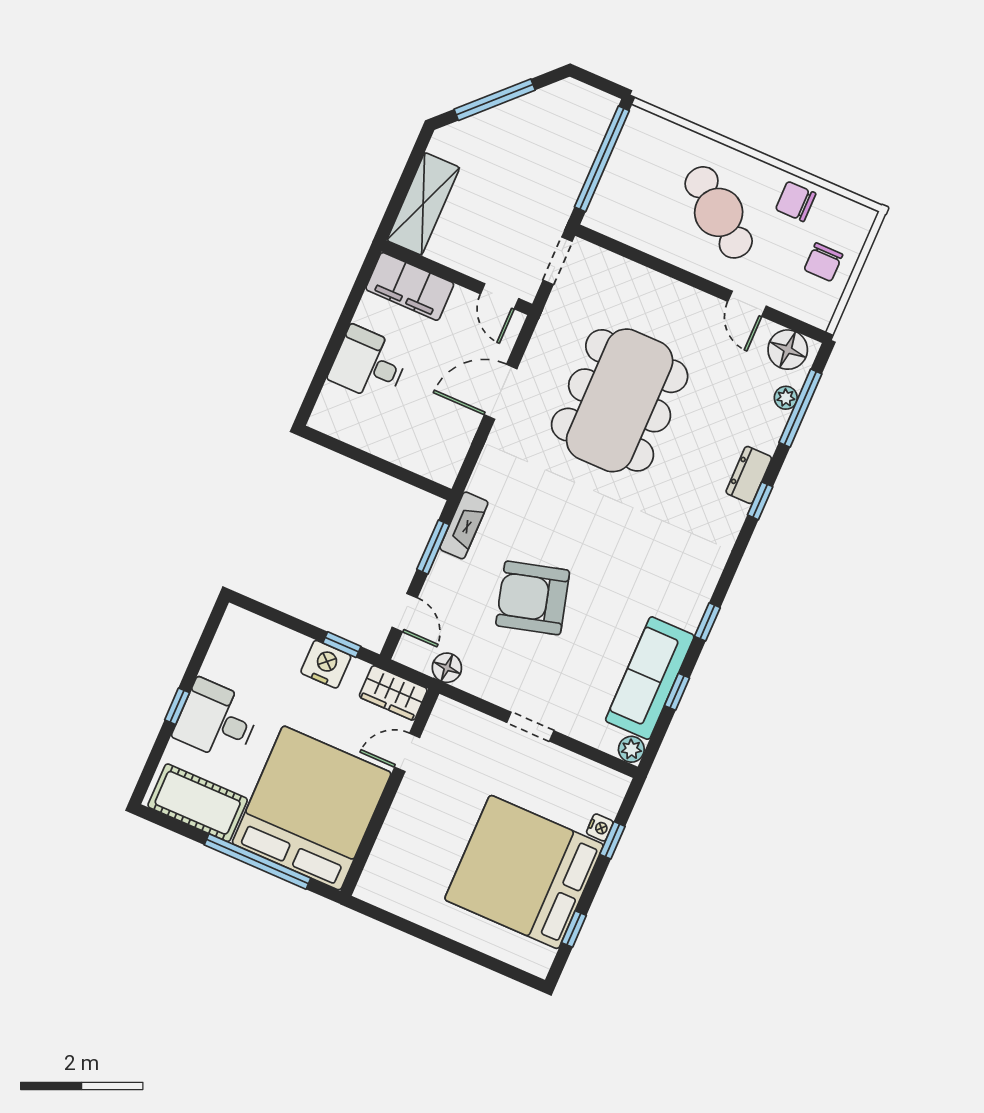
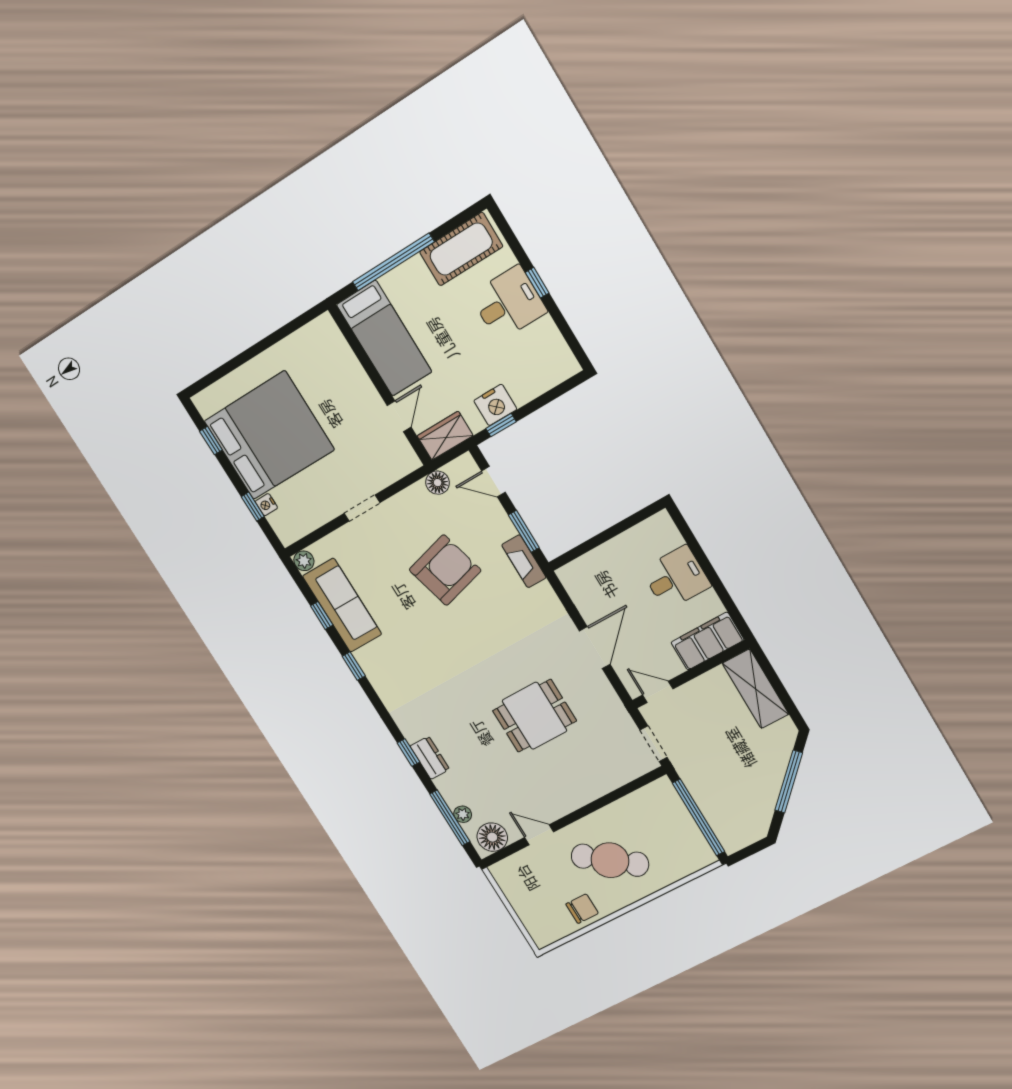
chair: (823, 262) -> (532, 897), removed
dining table: (620, 400) -> (534, 716), width x0.53, depth x0.80
bed: (312, 808) -> (384, 338), width x0.49

